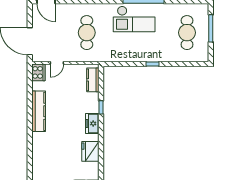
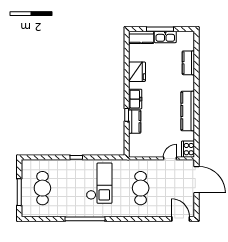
checkout: (134, 19) -> (99, 183), moved, turned 90
kitchen counter: (93, 80) -> (135, 122), moved
kitchen counter: (38, 161) -> (188, 63), added

